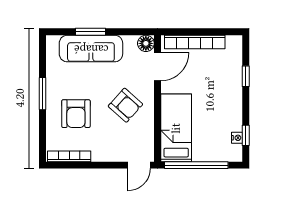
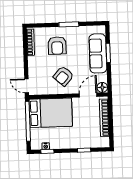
door: (157, 67) -> (88, 95), swing flipped
armchair: (76, 114) -> (57, 46), turned -90
bed: (176, 128) -> (51, 113), width x1.50

